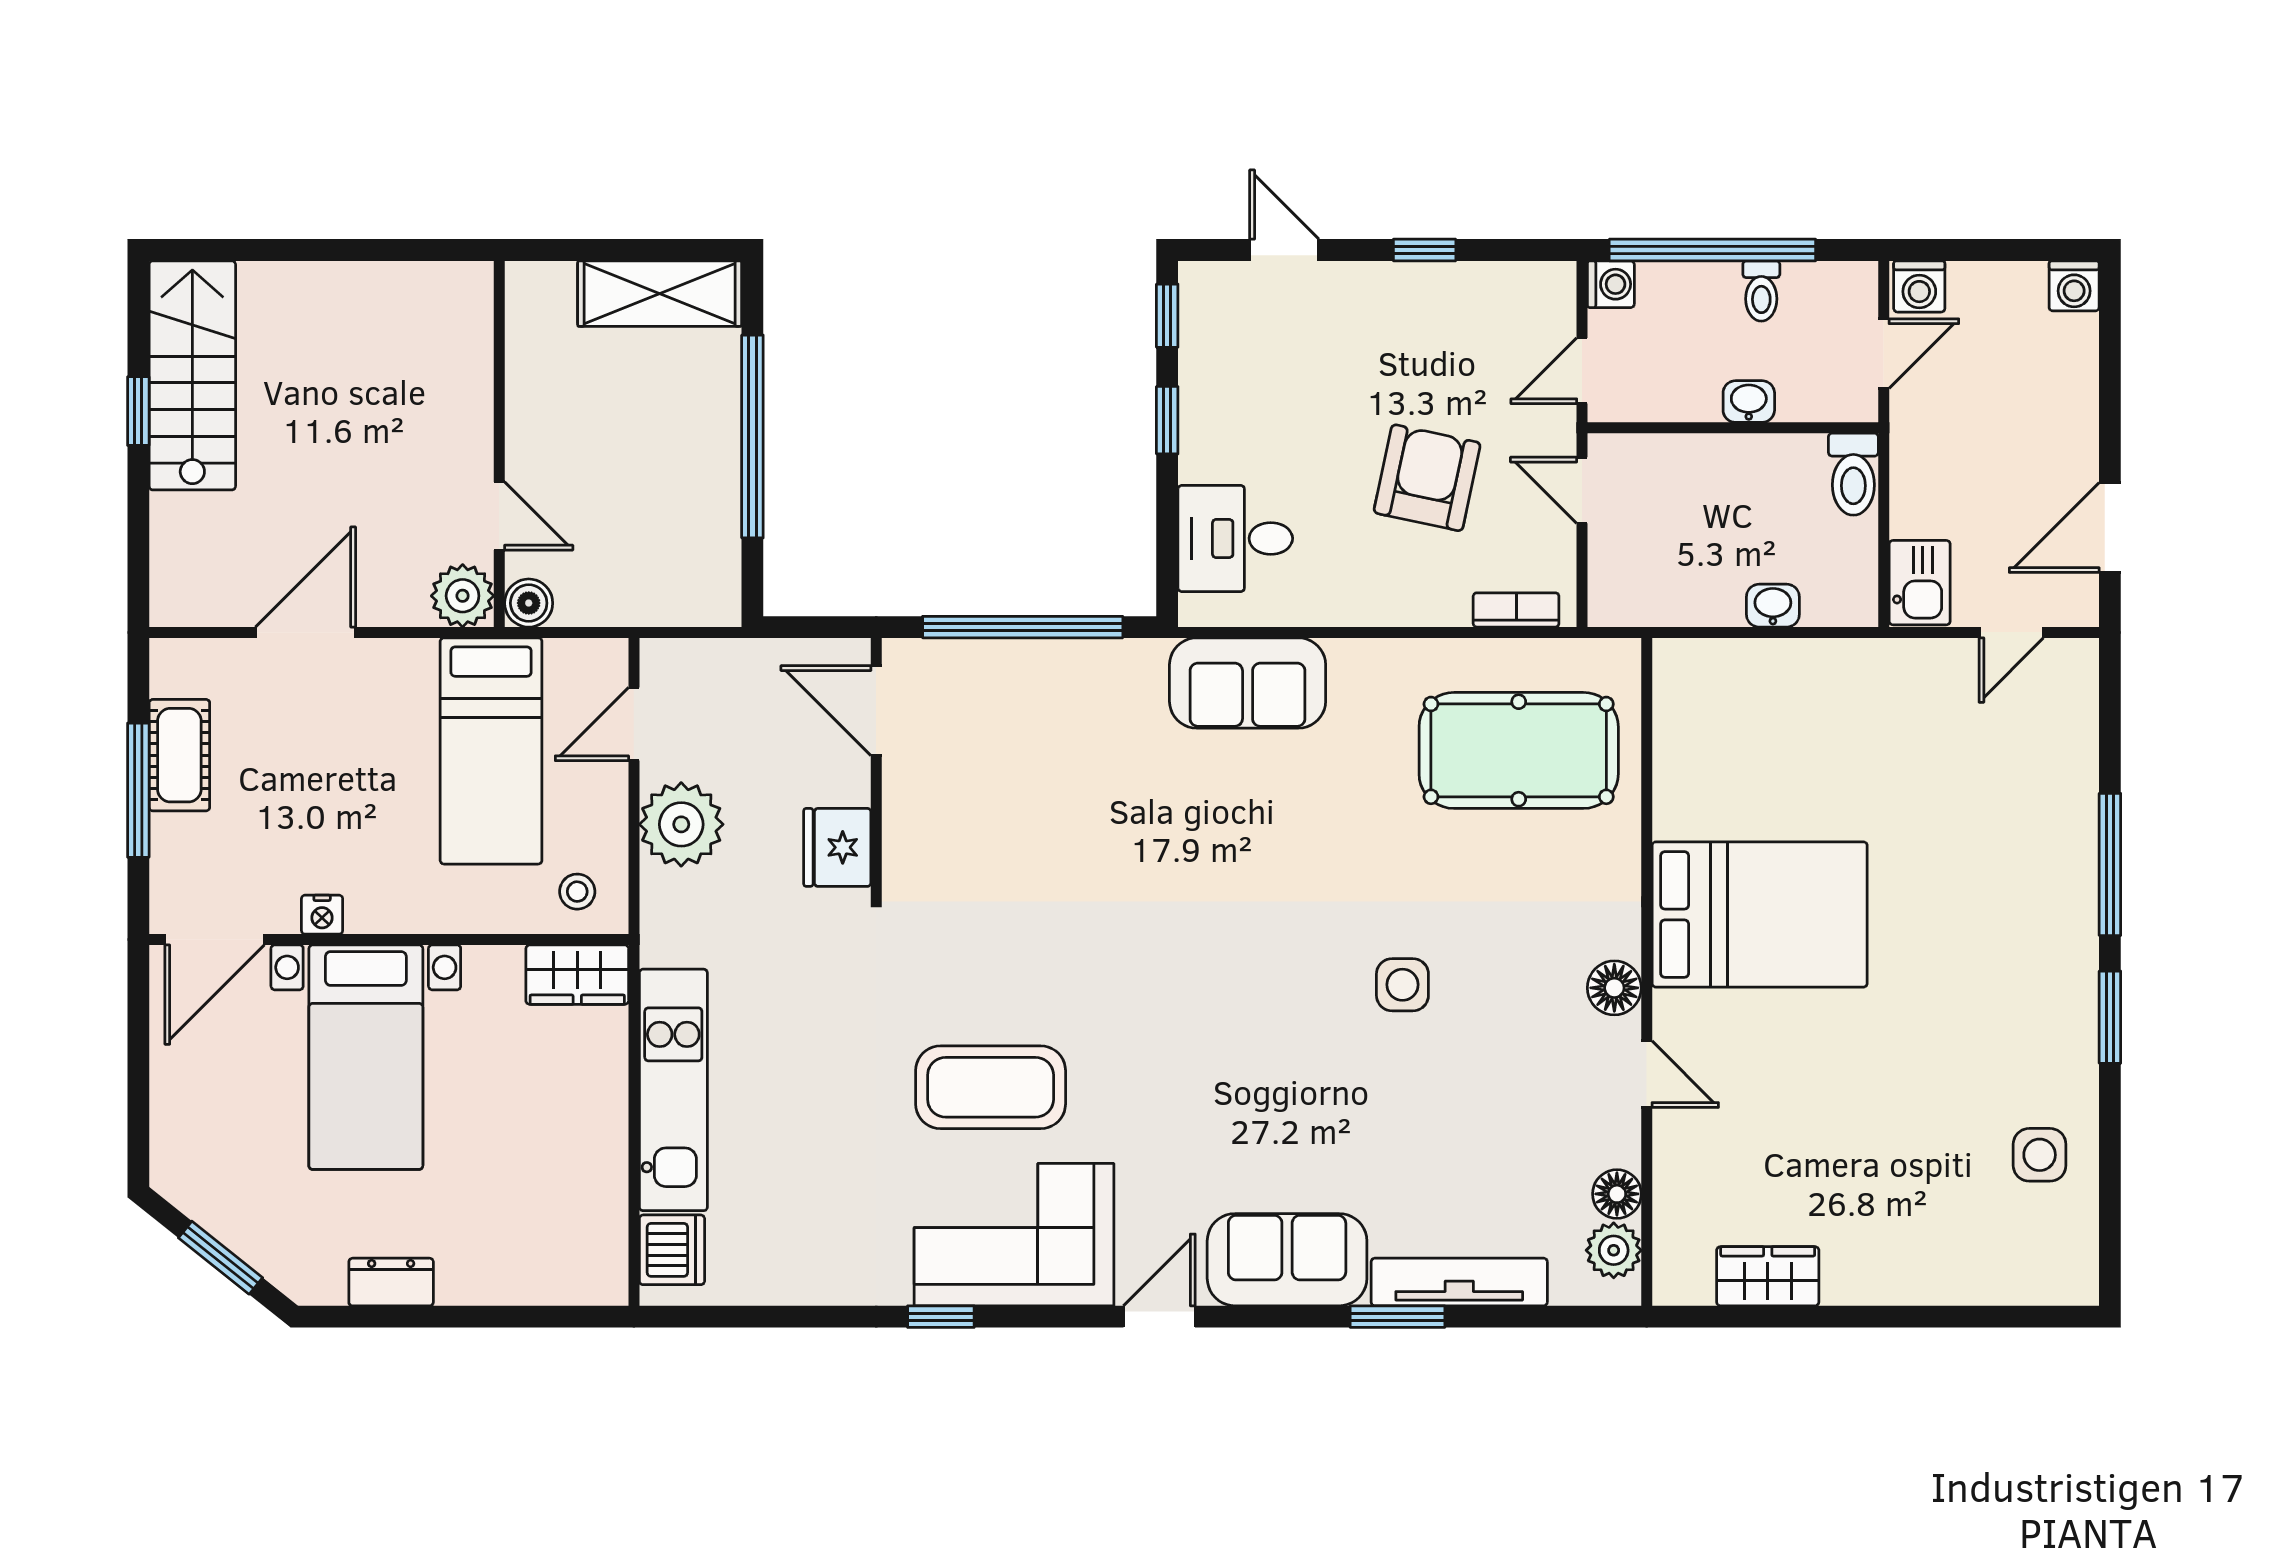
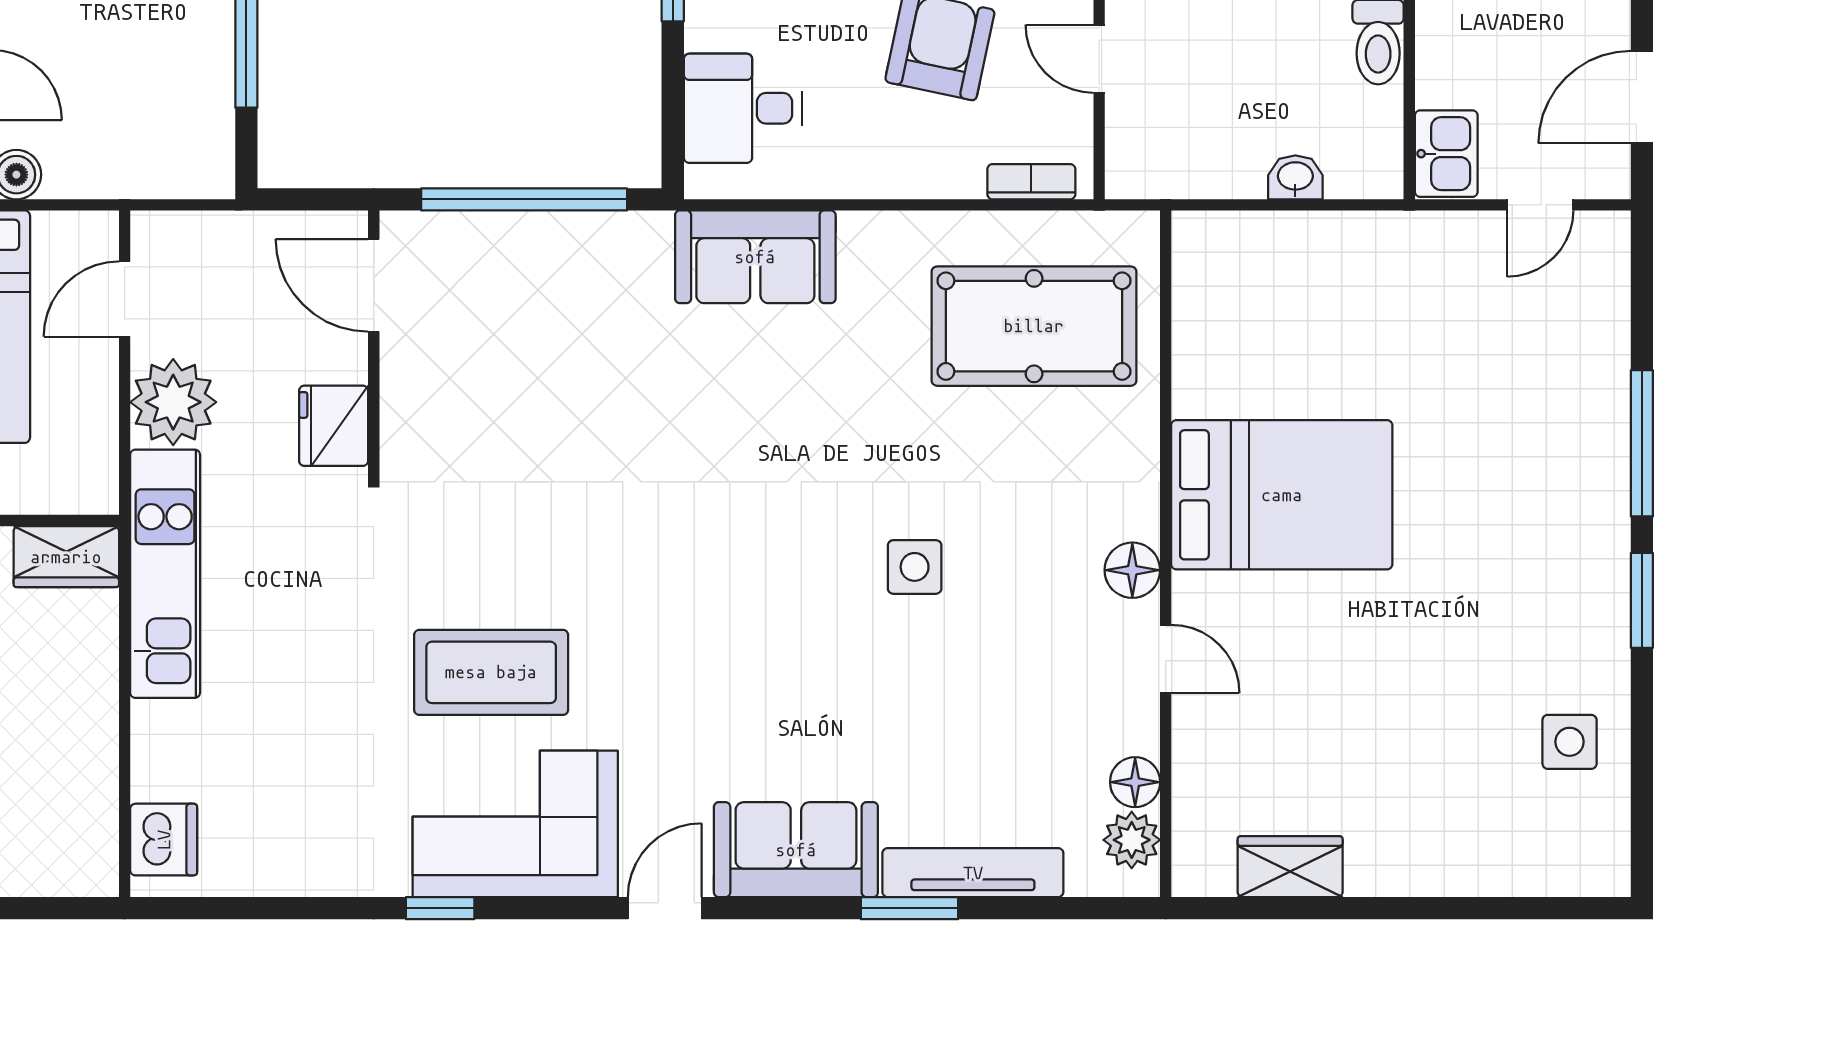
stool: (577, 892) -> (66, 471), removed
kitchen unit: (673, 1090) -> (165, 574), moved

